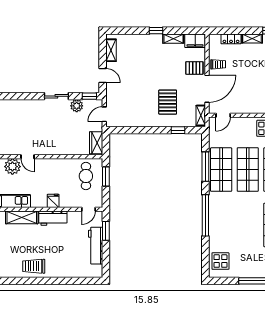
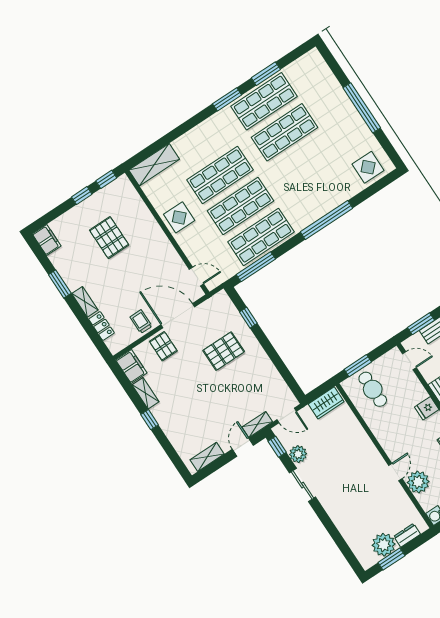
shelving: (201, 115) -> (257, 424), moved
window: (205, 167) -> (256, 267), moved
cafe table: (86, 176) -> (373, 389), turned 90

